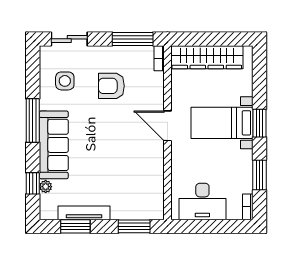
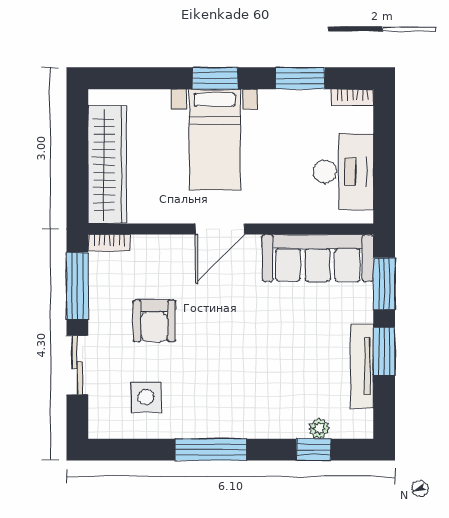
sliding door: (69, 39) -> (77, 365), moved
sofa: (54, 145) -> (318, 258), moved, turned 180
window: (75, 226) -> (384, 351), moved

